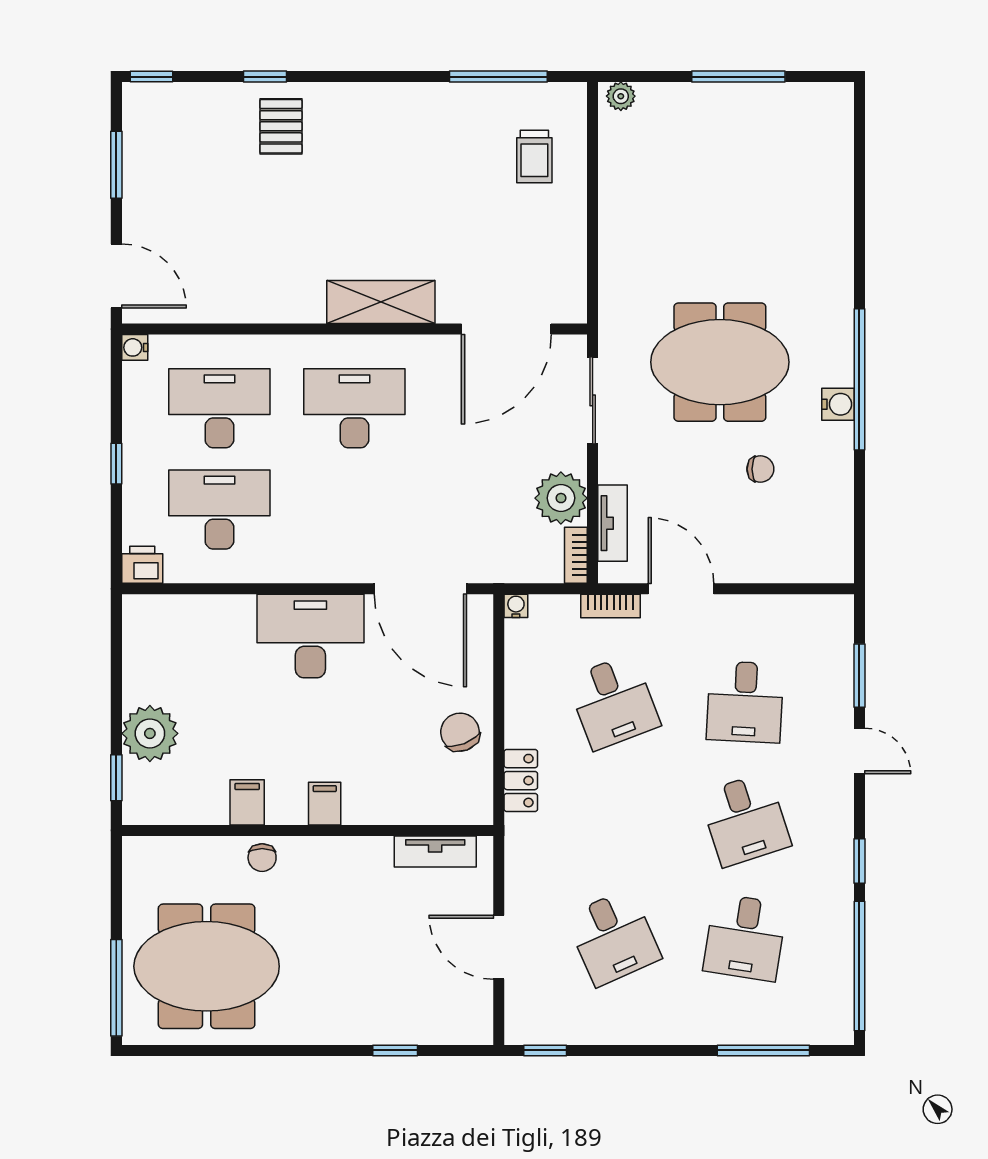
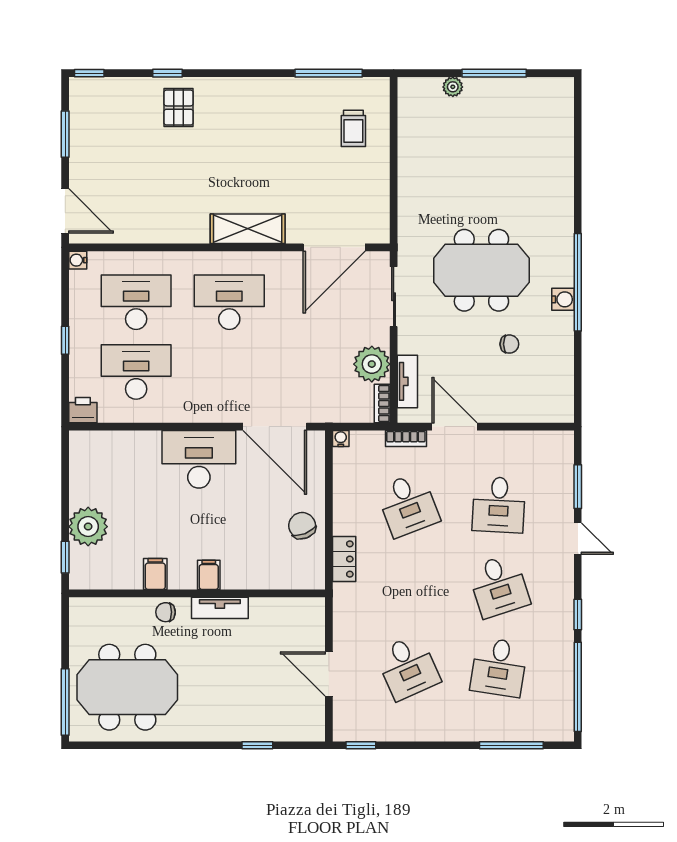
plant: (621, 96) -> (453, 87), moved
tv unit: (435, 851) -> (220, 608), moved
chair: (262, 858) -> (166, 612), turned 90

